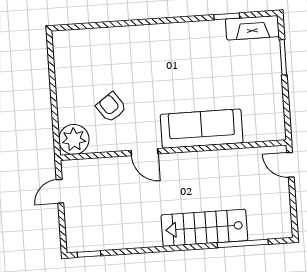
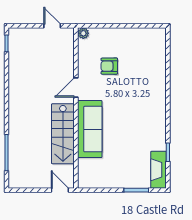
armchair: (111, 107) -> (109, 66), turned -144
plant: (74, 139) -> (83, 33), width x0.53, depth x0.53
door: (290, 165) -> (60, 190), hinge flipped
stairs: (204, 228) -> (63, 134), moved, turned 180

